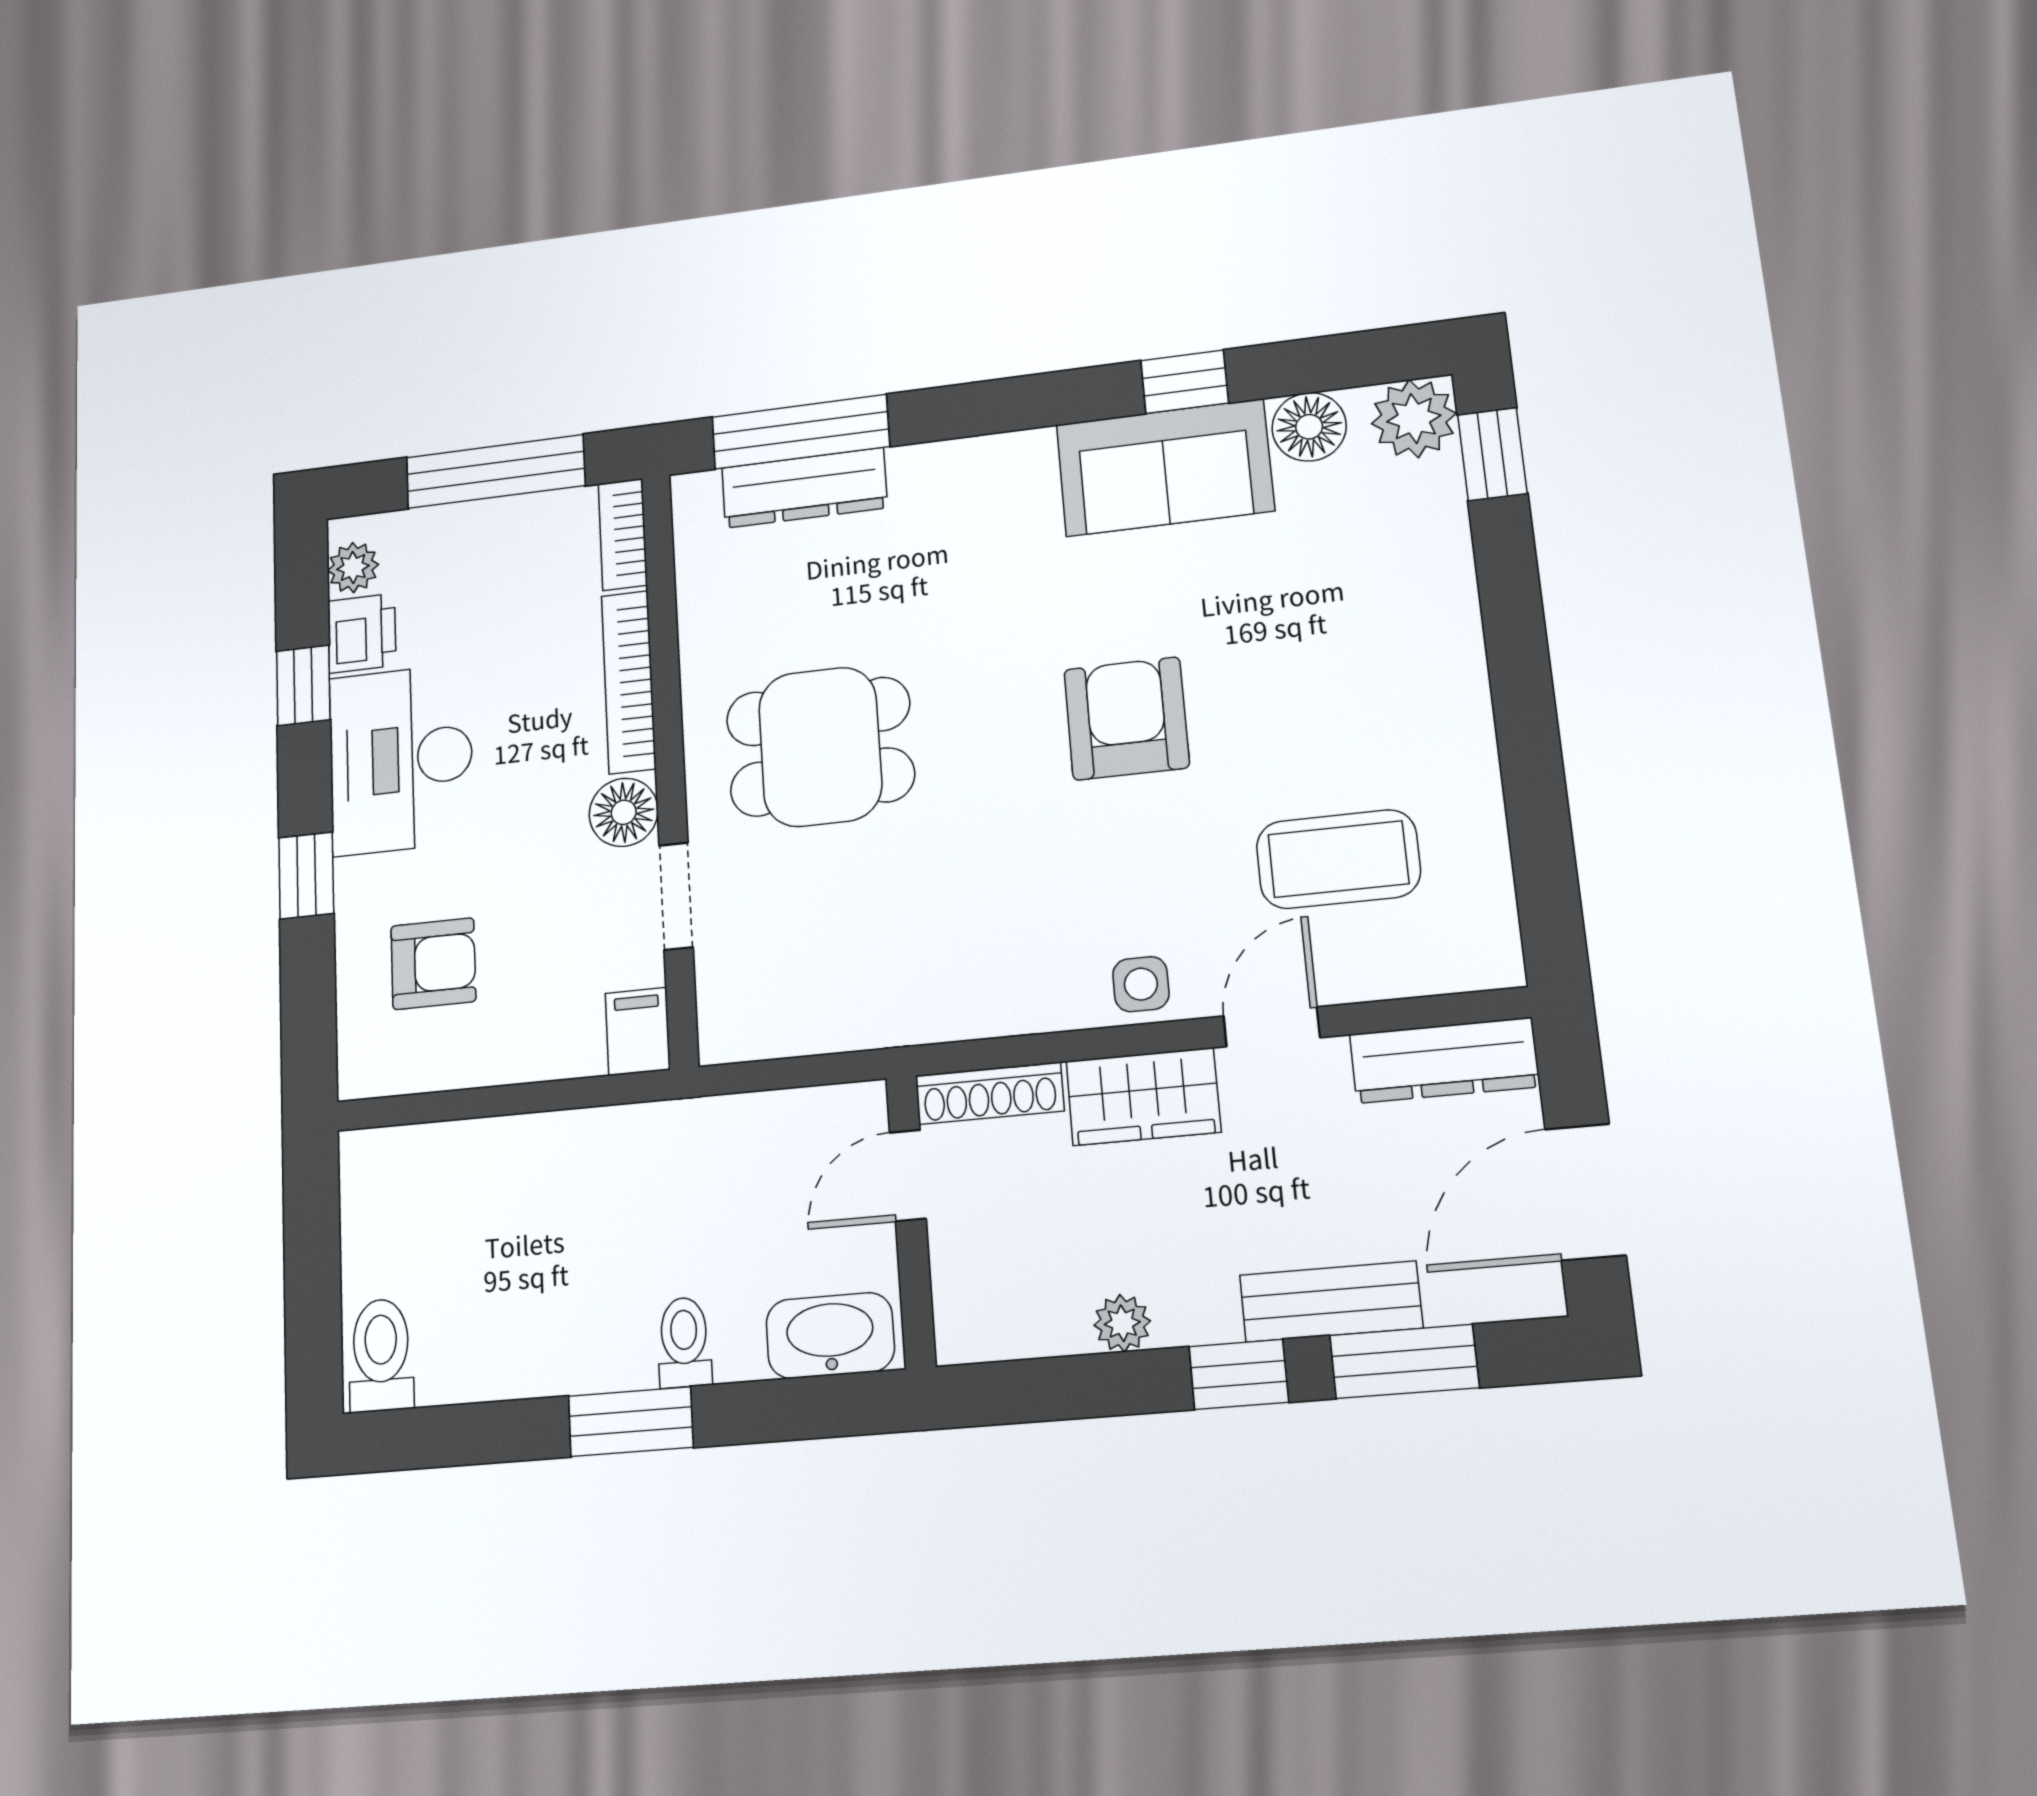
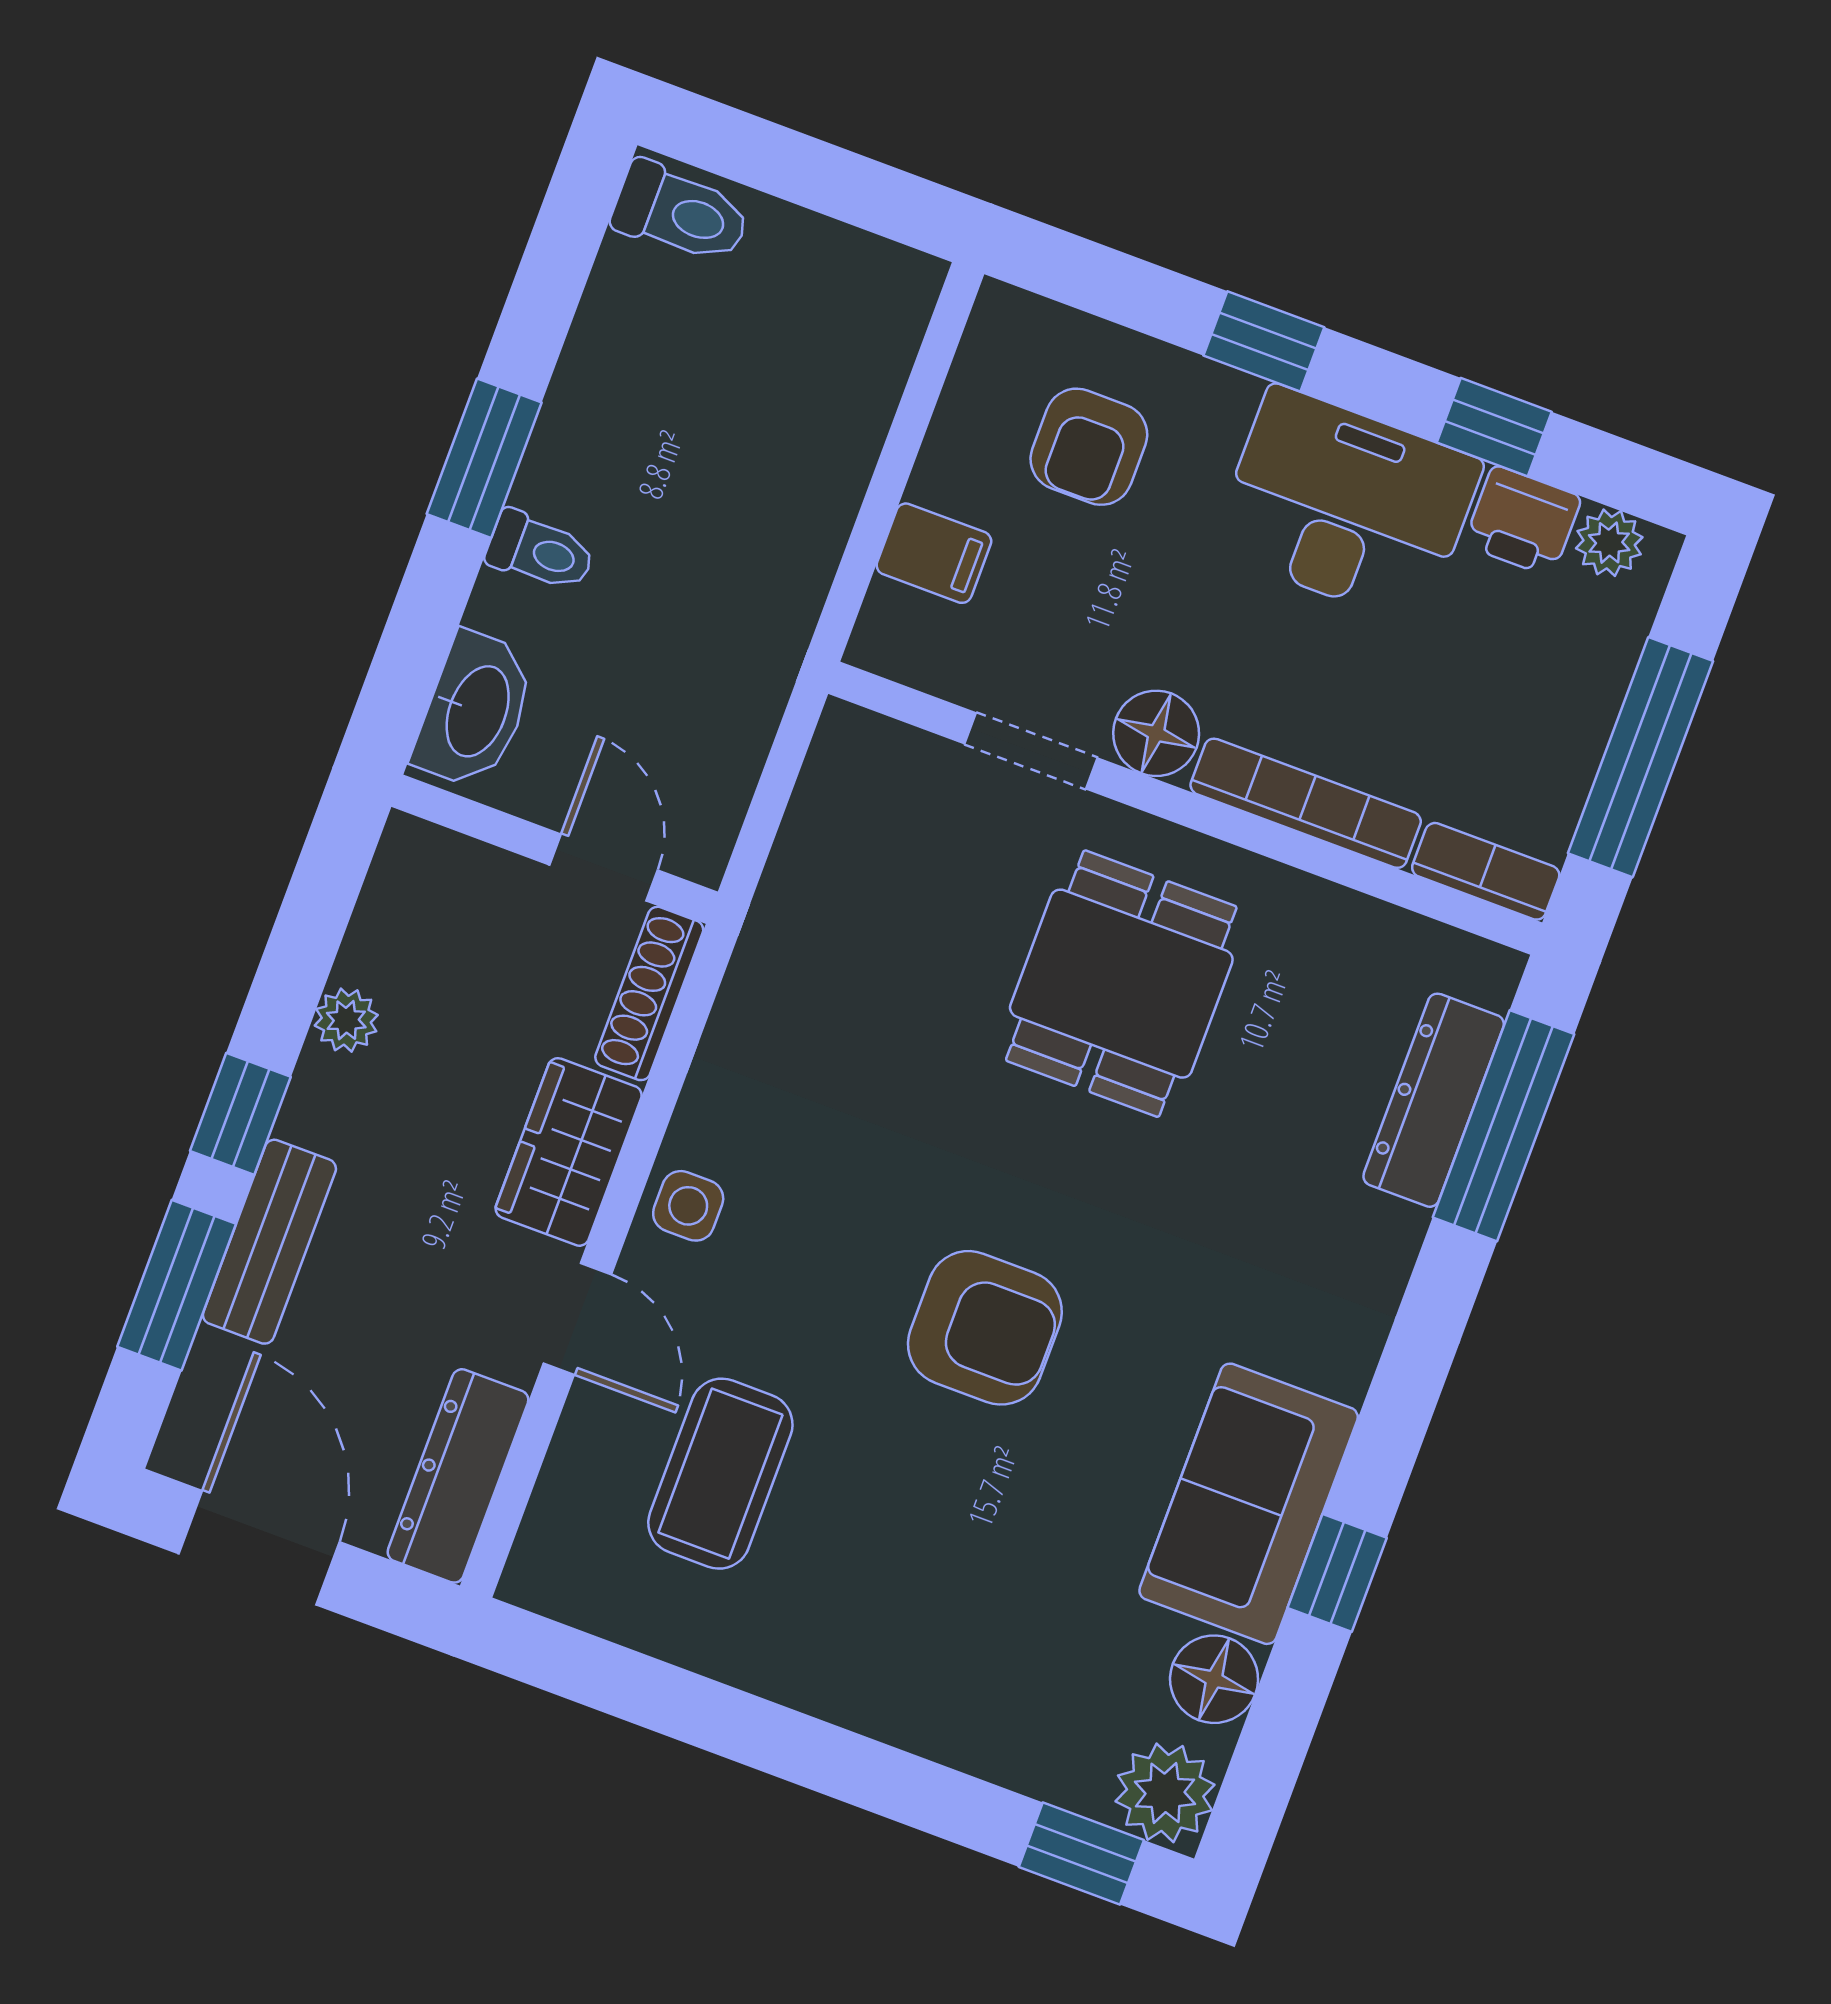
filing cabinet: (638, 1031) -> (934, 553), moved

